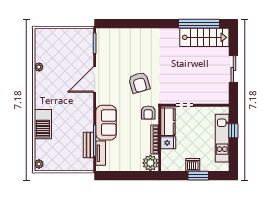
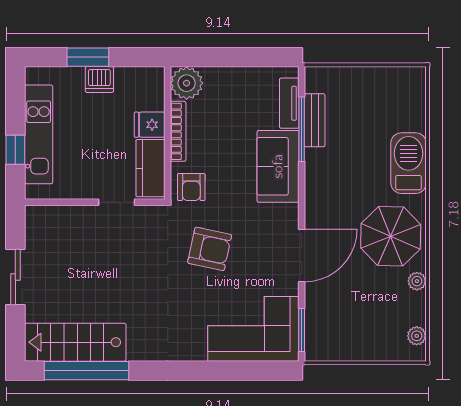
corner sofa: (118, 44) -> (253, 329), added
armchair: (139, 83) -> (210, 249), turned 118
parasol: (52, 89) -> (391, 236), added
armchair: (148, 113) -> (191, 187), turned 180
plant: (39, 164) -> (417, 336), moved

